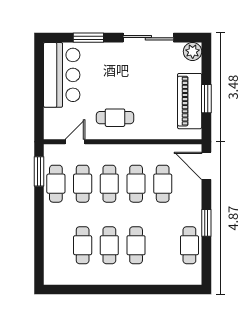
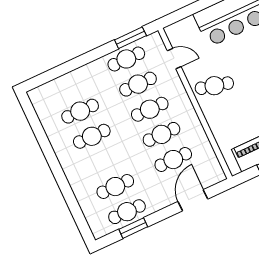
cafe table: (115, 118) -> (214, 86), turned -76
door: (206, 166) -> (193, 200), moved
window: (206, 223) -> (133, 228), moved
cafe table: (136, 245) -> (115, 187), moved

